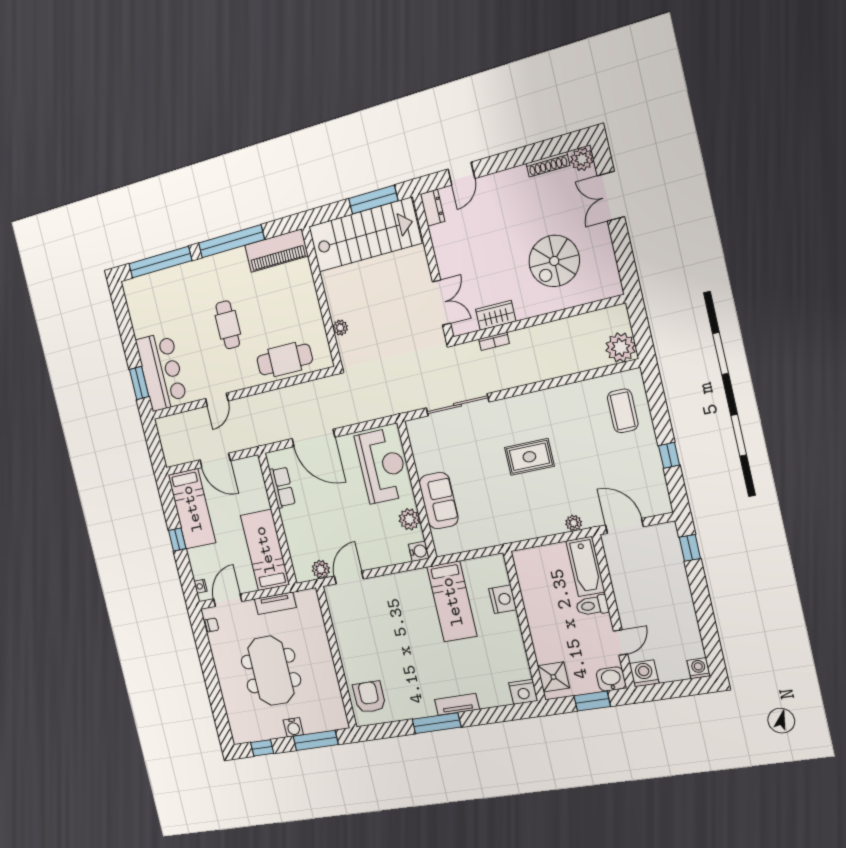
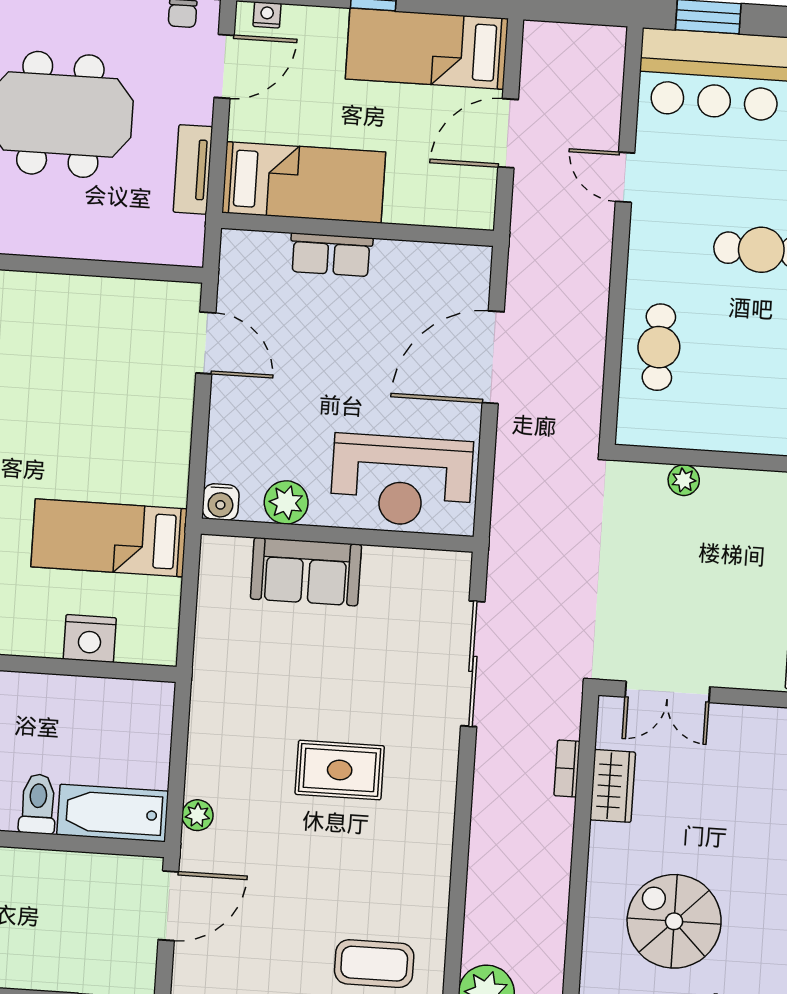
cafe table: (285, 360) -> (659, 347), width x0.73, depth x0.74
rug: (529, 457) -> (340, 770), turned 90
row of seats: (282, 487) -> (331, 255), moved
plant: (321, 569) -> (236, 289), removed
door: (228, 600) -> (224, 66), hinge flipped

